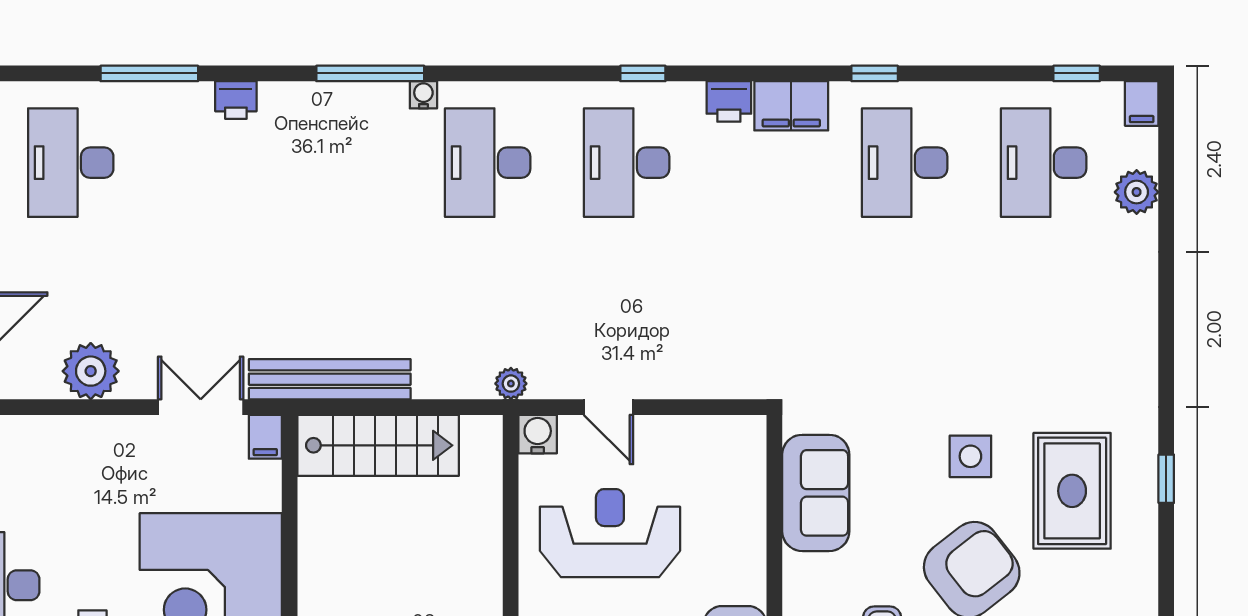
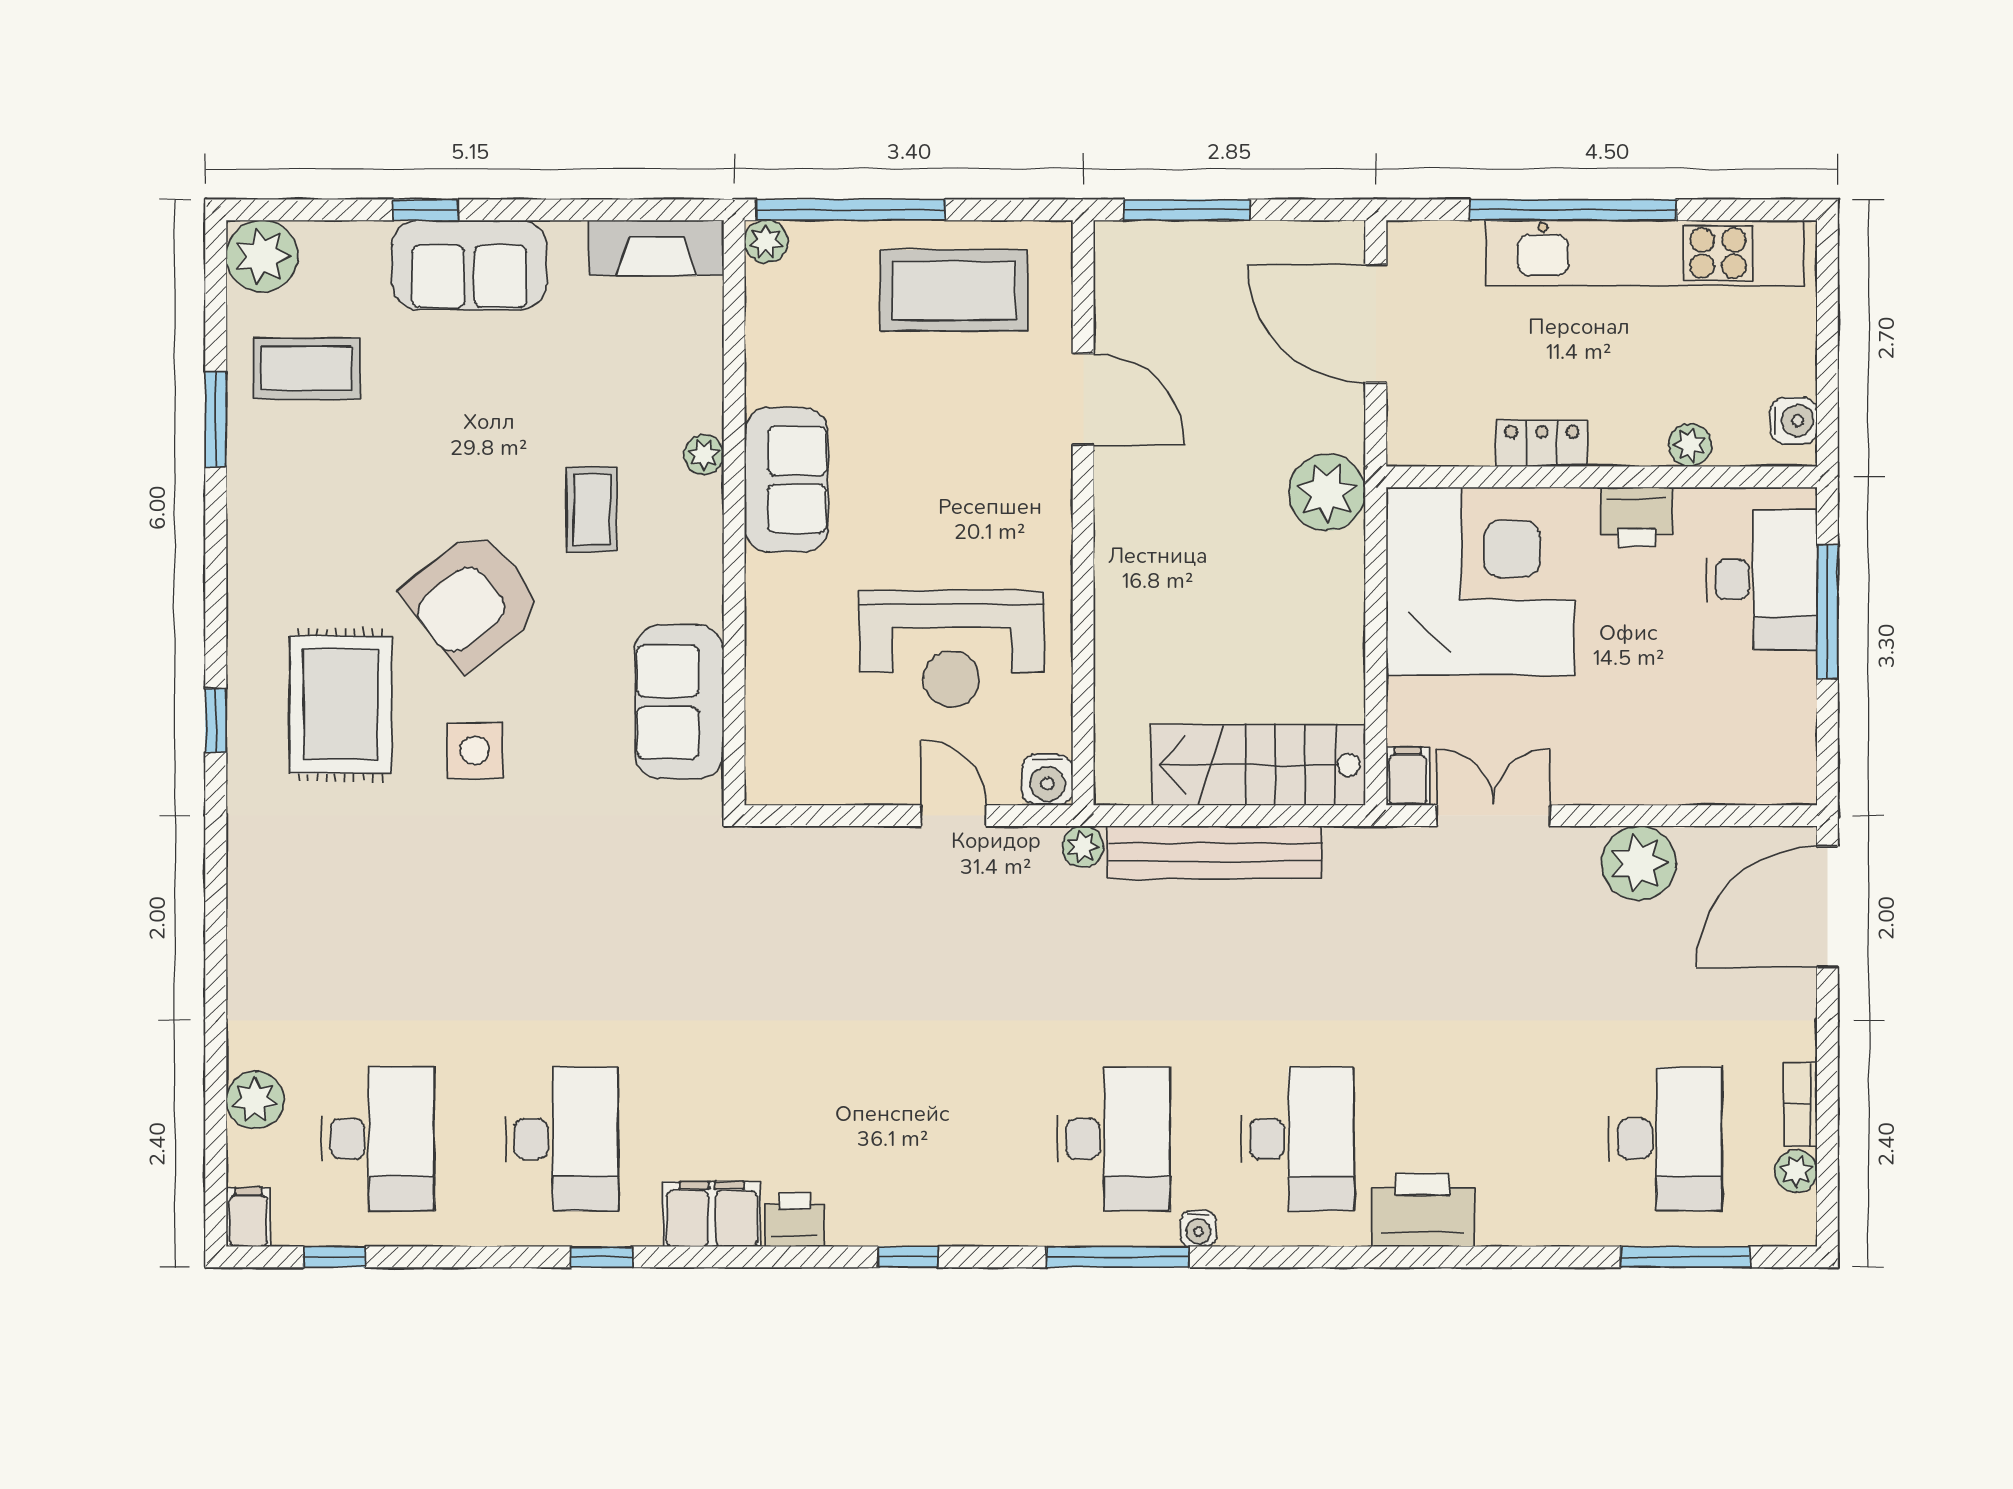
window: (149, 73) -> (1685, 1257), moved
window: (370, 73) -> (1118, 1257), moved
printer: (236, 100) -> (1423, 1210), width x1.87, depth x1.48
desk: (627, 163) -> (1297, 1139), moved
bench: (330, 379) -> (1215, 852), moved
double door: (201, 407) -> (1493, 816), swing flipped

